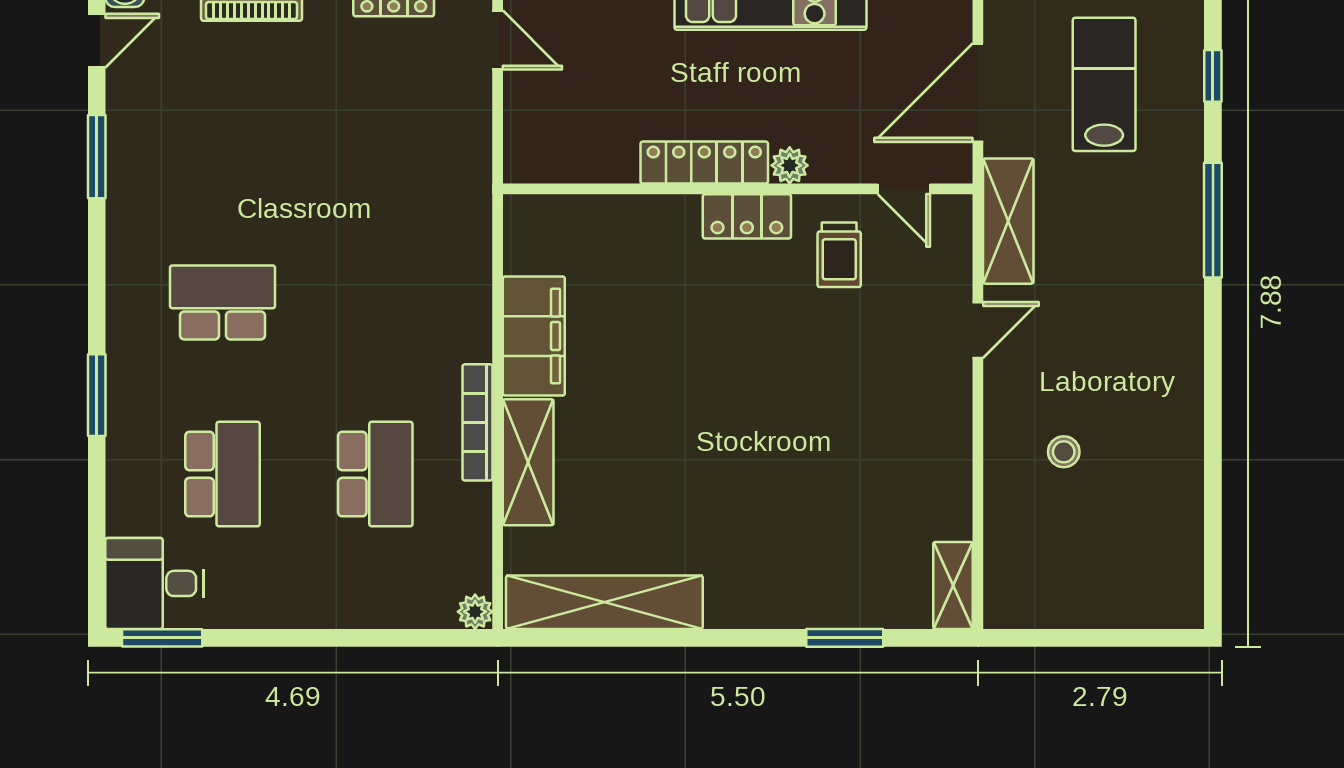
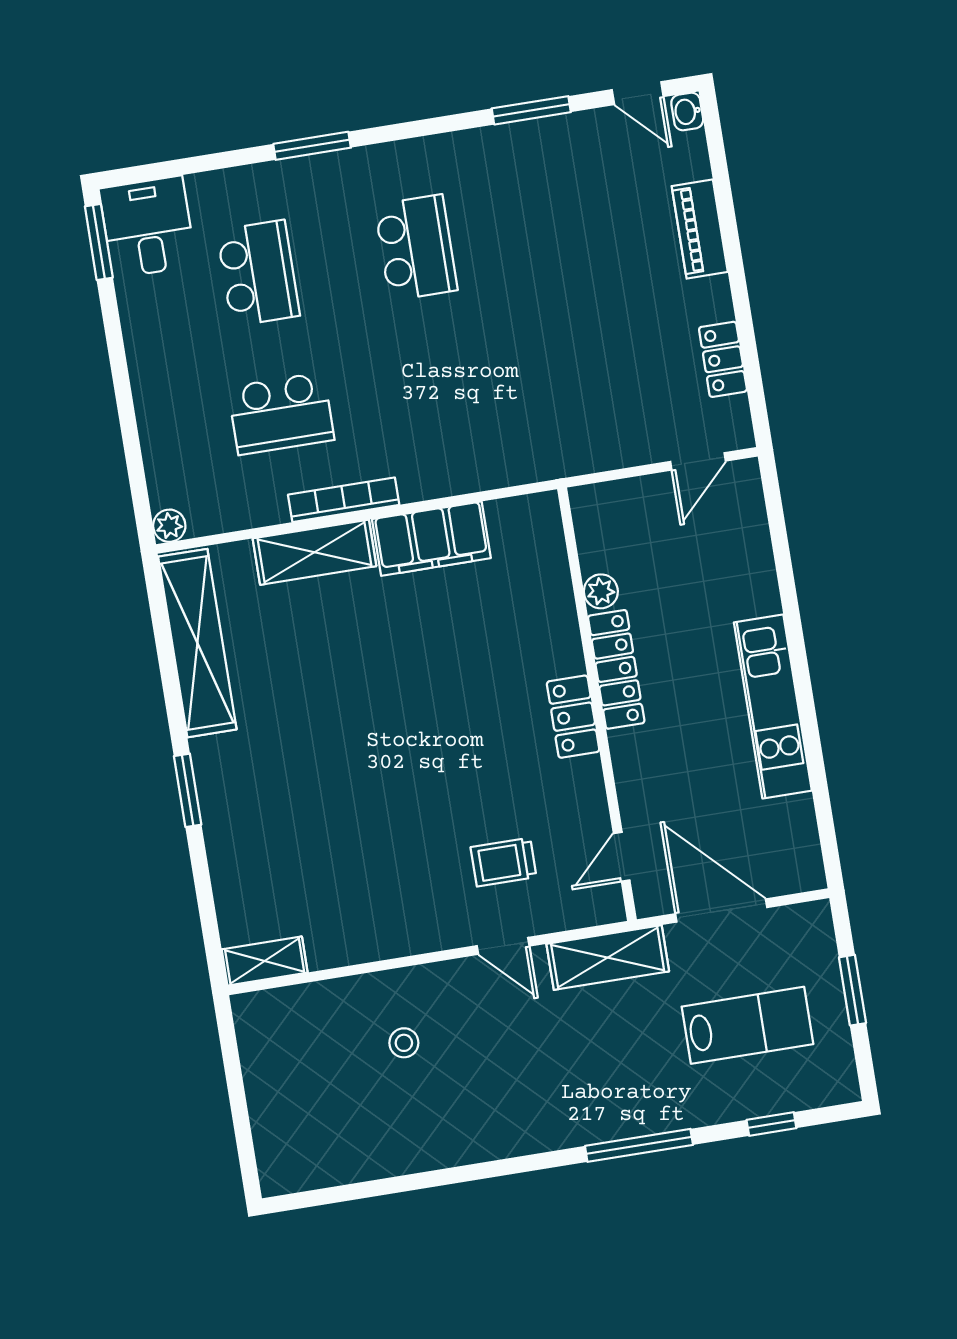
plant: (790, 165) -> (601, 591), moved
trolley: (839, 255) -> (504, 862), moved
school desk: (223, 474) -> (258, 273), turned -90
window: (845, 638) -> (188, 790), moved

